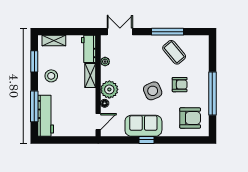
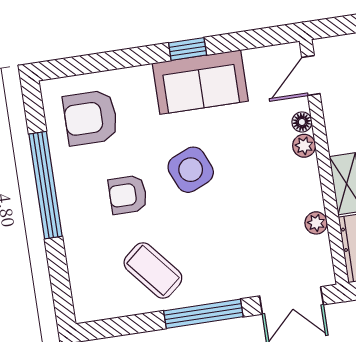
window: (168, 32) -> (203, 314), moved
plant: (109, 89) -> (304, 146), width x0.53, depth x0.53

